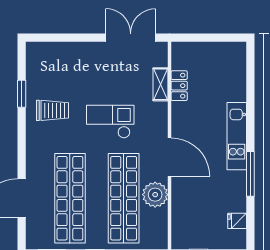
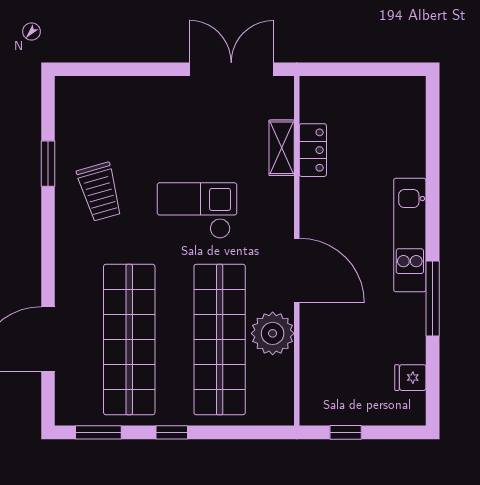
trolley: (52, 110) -> (100, 192), turned 74

